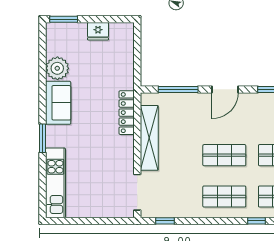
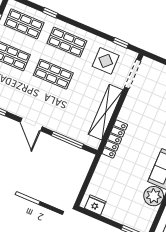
fridge: (98, 31) -> (95, 205), moved
door: (225, 89) -> (31, 124), swing flipped
display table: (173, 194) -> (106, 61), added

